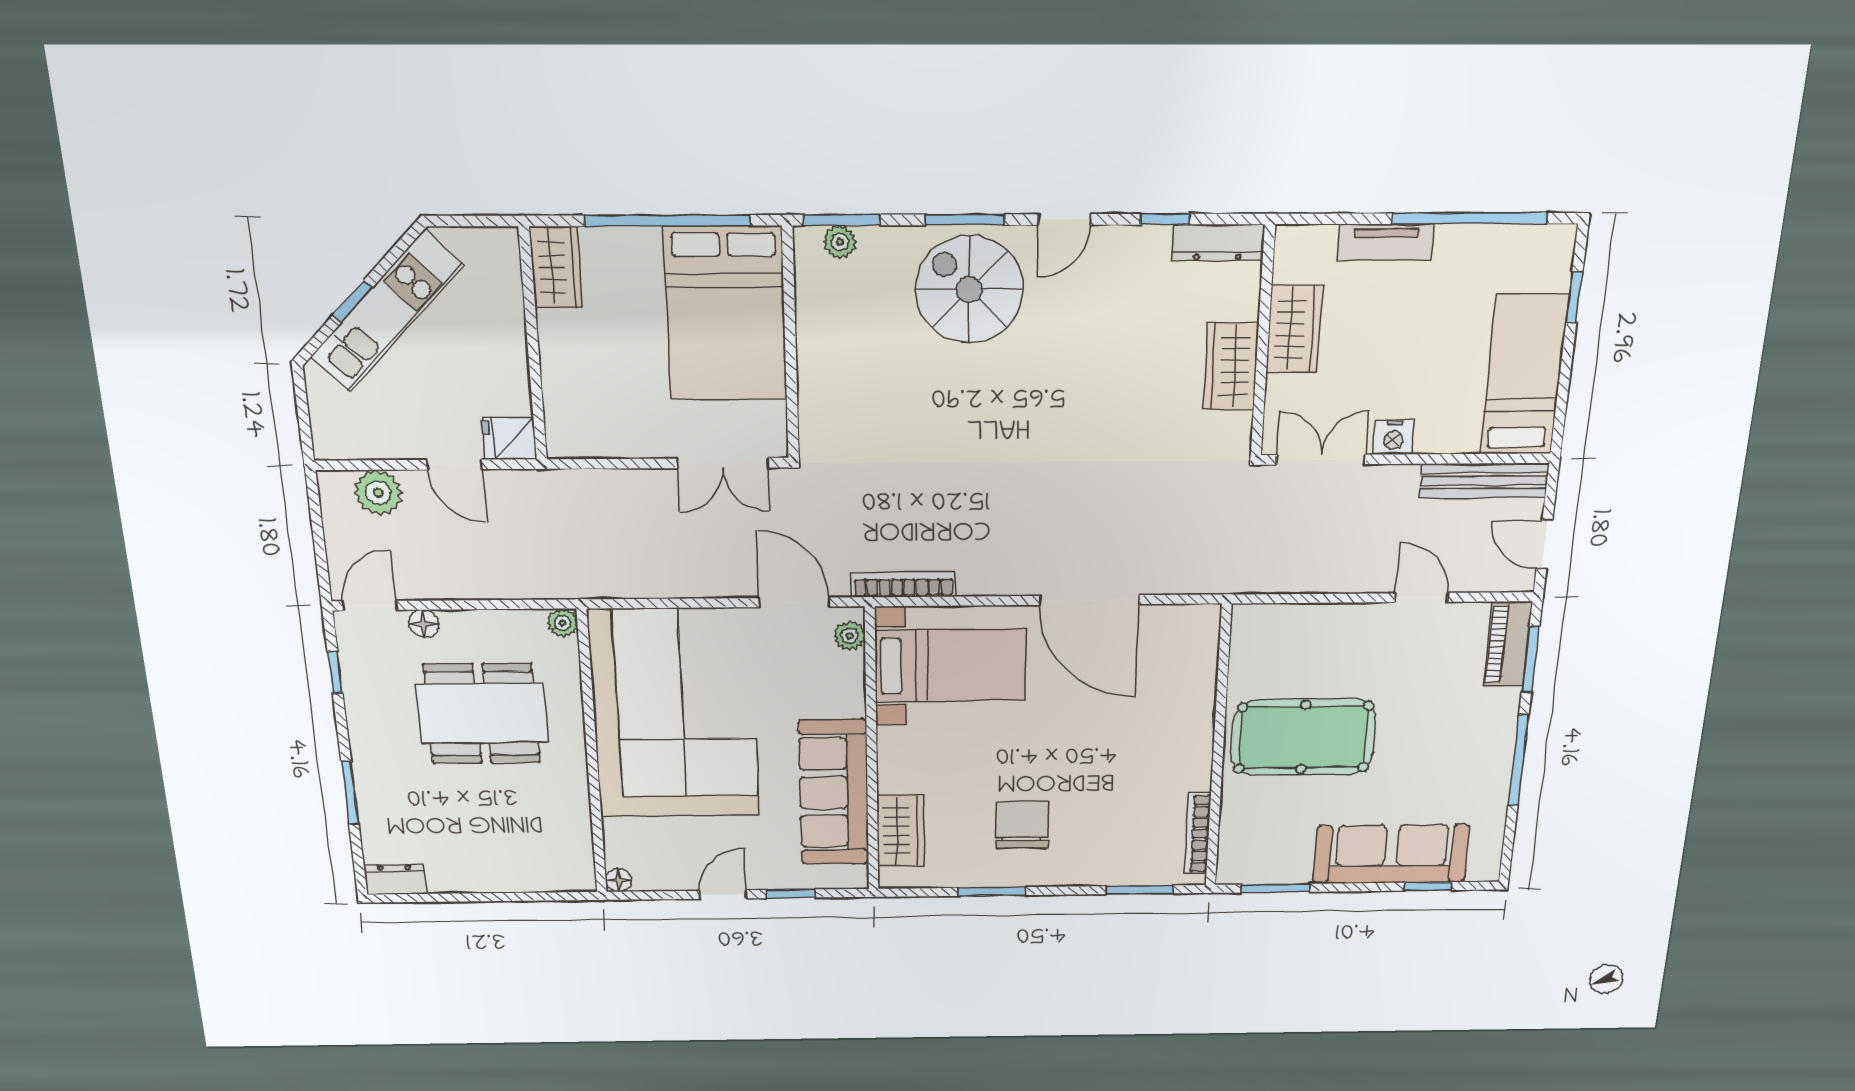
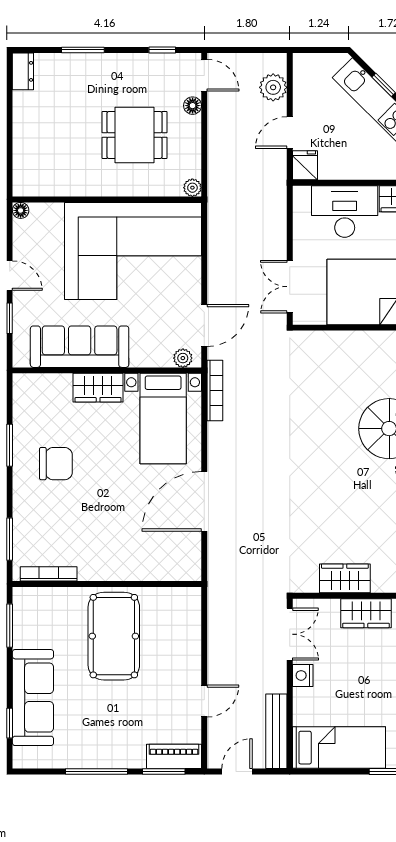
desk: (586, 369) -> (345, 212), added
dining table: (482, 714) -> (135, 135), width x0.73
wardrobe: (900, 831) -> (98, 388), moved

